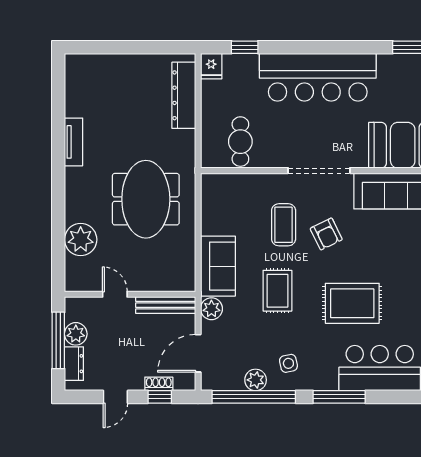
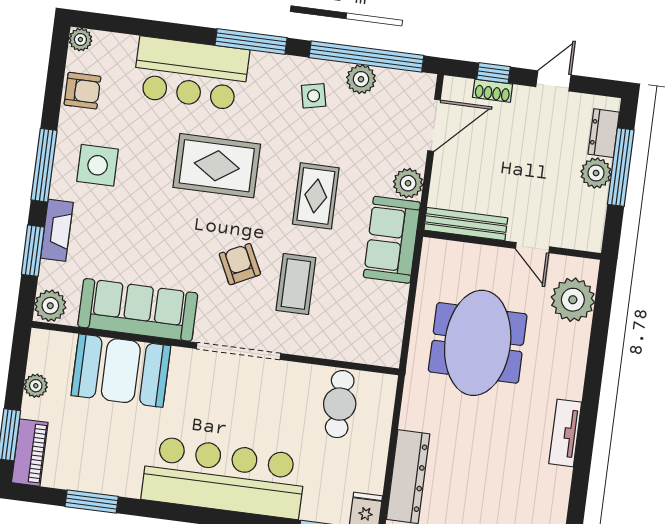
door: (115, 294) -> (533, 248), moved
wall: (130, 294) -> (512, 245), moved
bench: (166, 305) -> (466, 224), moved

